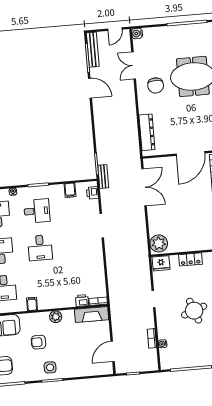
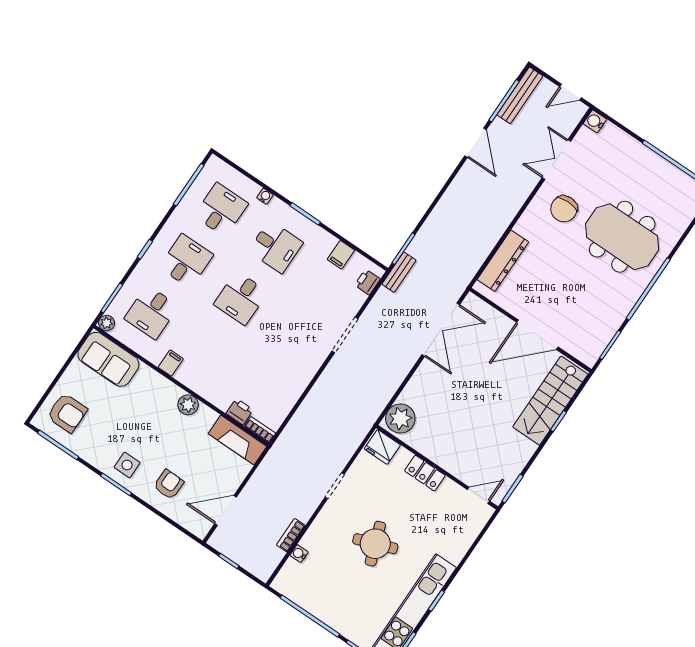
armchair: (39, 342) -> (169, 484), moved, turned 91

